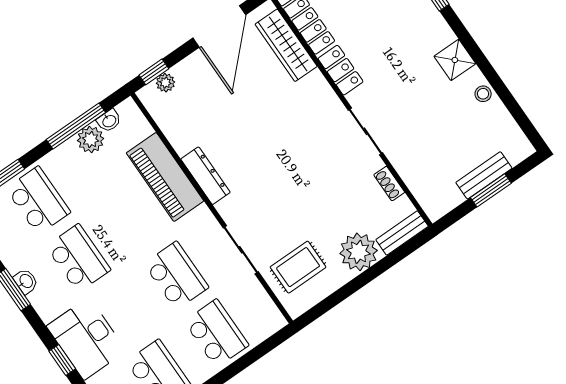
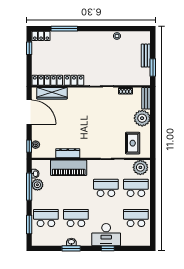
shower: (455, 60) -> (98, 38), removed
dresser: (206, 176) -> (68, 153), moved
window: (491, 190) -> (153, 68), moved
plant: (262, 315) -> (140, 167), added

